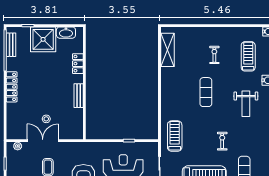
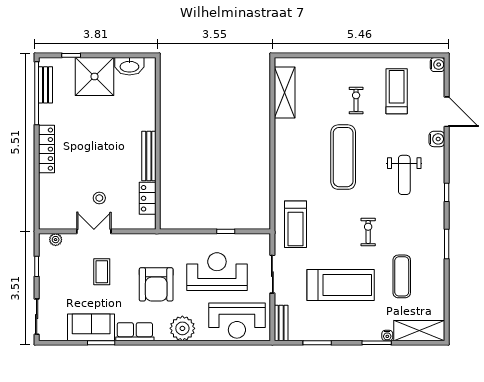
treadmill: (248, 56) -> (397, 91), moved
locker: (78, 64) -> (148, 198), moved
exercise mat: (206, 92) -> (343, 157), width x1.36, depth x1.45
bench: (79, 96) -> (149, 156), width x1.36
treadmill: (175, 136) -> (295, 224), turned 180
double door: (43, 141) -> (94, 231), width x0.73

